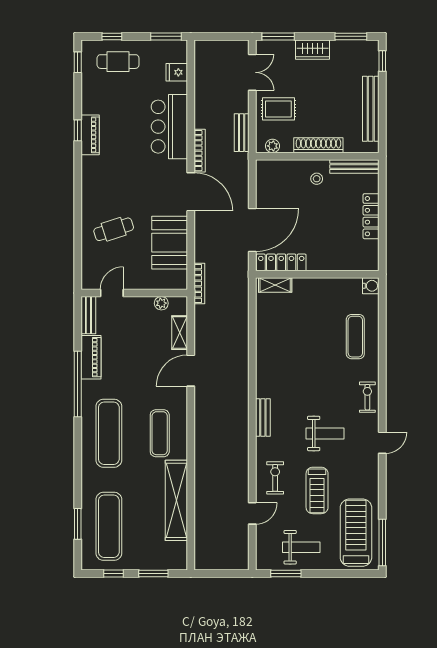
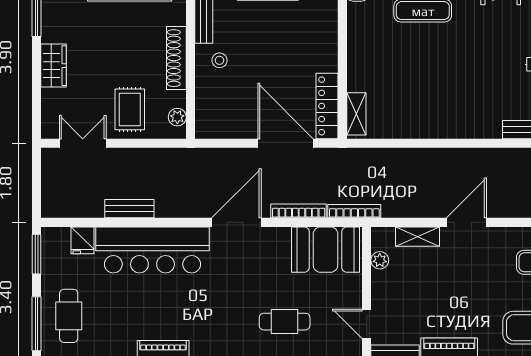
window: (112, 36) -> (37, 324), width x2.17
window: (278, 36) -> (37, 110), removed
bar counter: (169, 127) -> (152, 250), width x1.36
bench: (242, 133) -> (129, 209), moved
bookcase: (200, 151) -> (299, 211), moved
cafe table: (114, 229) -> (285, 322), turned -72
booth: (170, 243) -> (326, 250), moved
door: (191, 371) -> (466, 222), swing flipped

